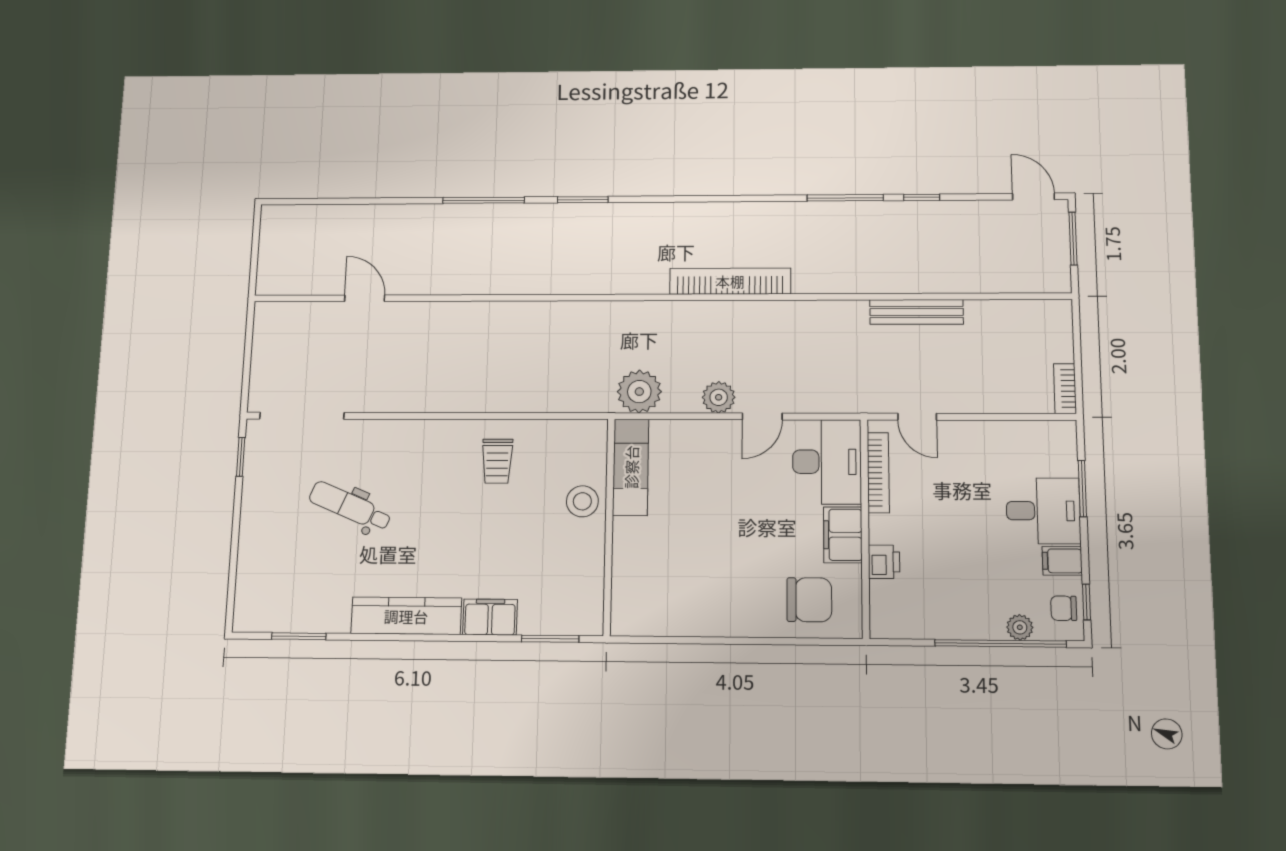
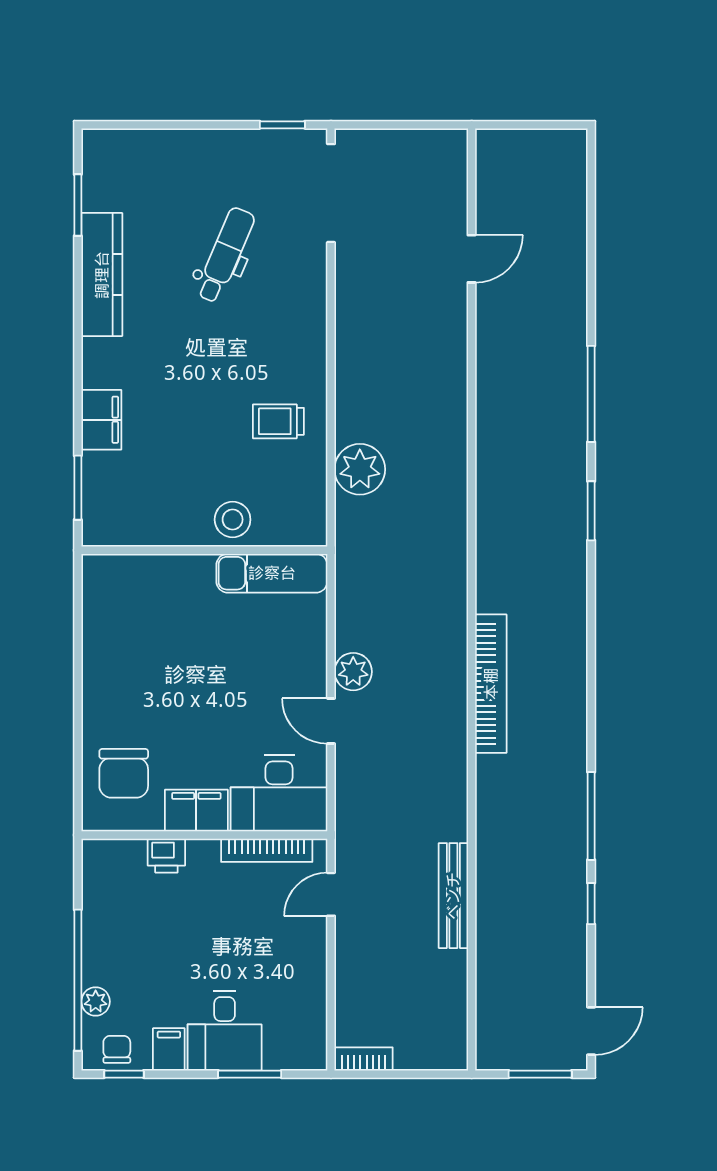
plant: (639, 392) -> (360, 469), moved
kitchen counter: (406, 616) -> (102, 275), moved

